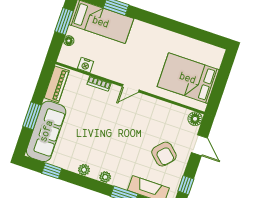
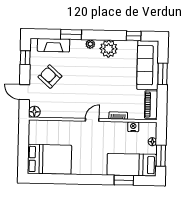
bed: (188, 78) -> (49, 159), moved
plant: (84, 170) -> (109, 49), width x1.88, depth x1.88

